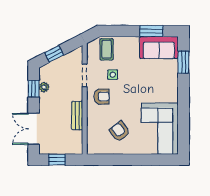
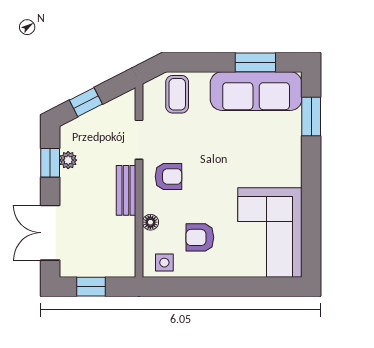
sofa: (159, 47) -> (256, 91), width x1.36
side table: (113, 75) -> (164, 263), moved
bench: (77, 116) -> (126, 190), moved
floor lamp: (91, 123) -> (150, 222), added
armchair: (120, 132) -> (200, 237), turned -53

